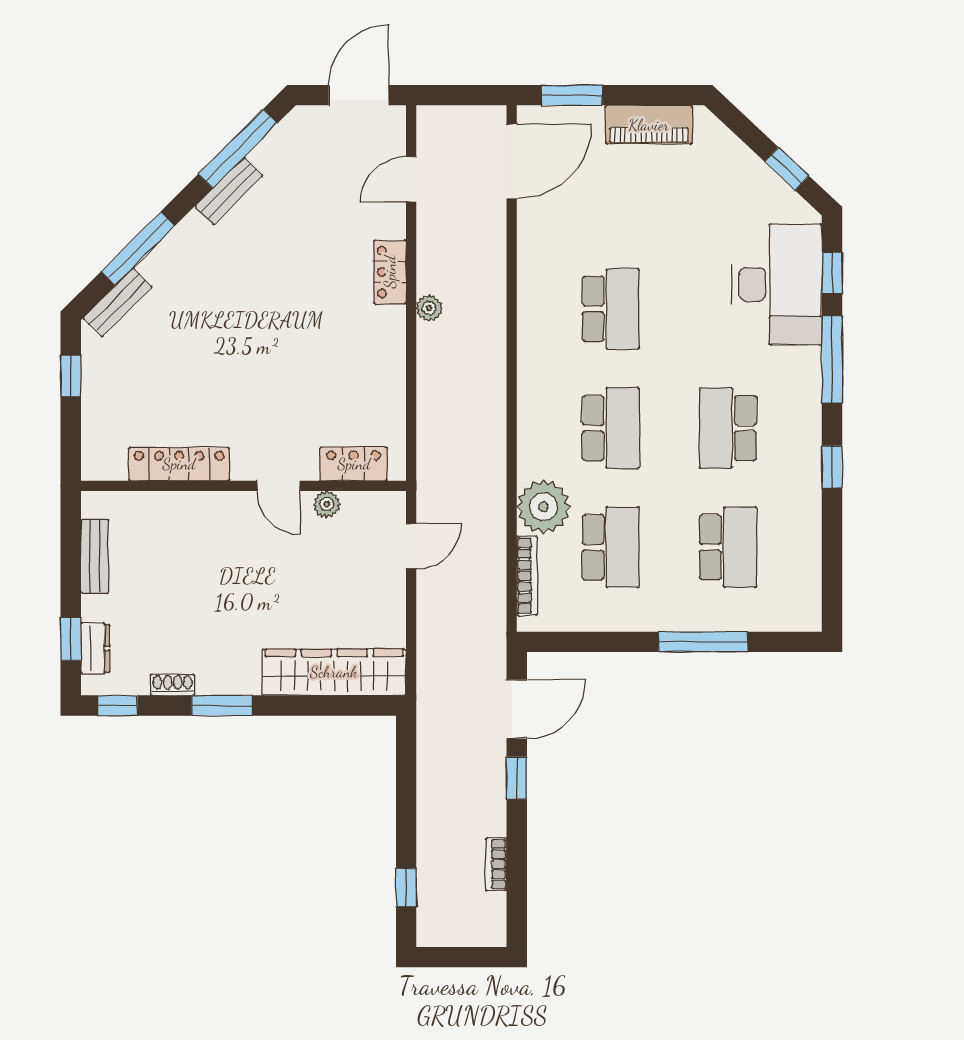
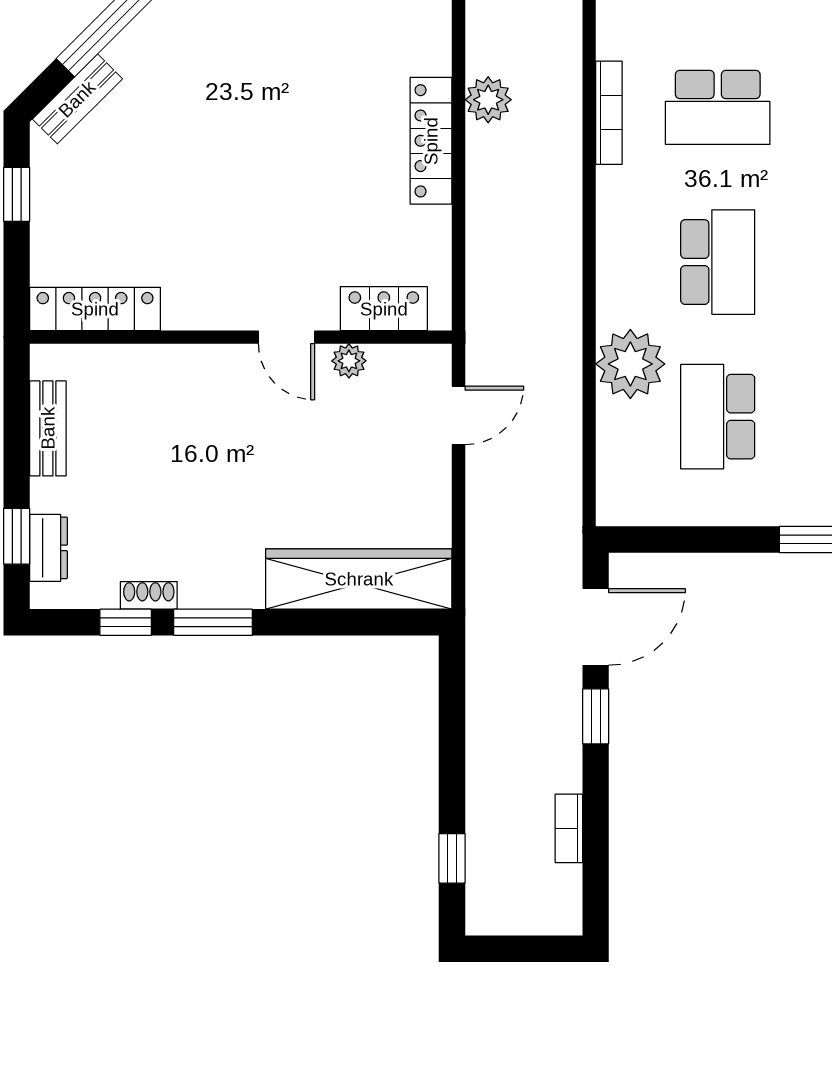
locker: (390, 272) -> (431, 141), moved, width x1.53
plant: (429, 308) -> (488, 100), width x1.38, depth x1.38
school desk: (611, 309) -> (718, 107), turned 90
locker: (179, 464) -> (95, 309), moved
school desk: (611, 547) -> (718, 417), turned 180
bookcase: (527, 576) -> (609, 113), moved
window: (118, 706) -> (126, 622), moved

